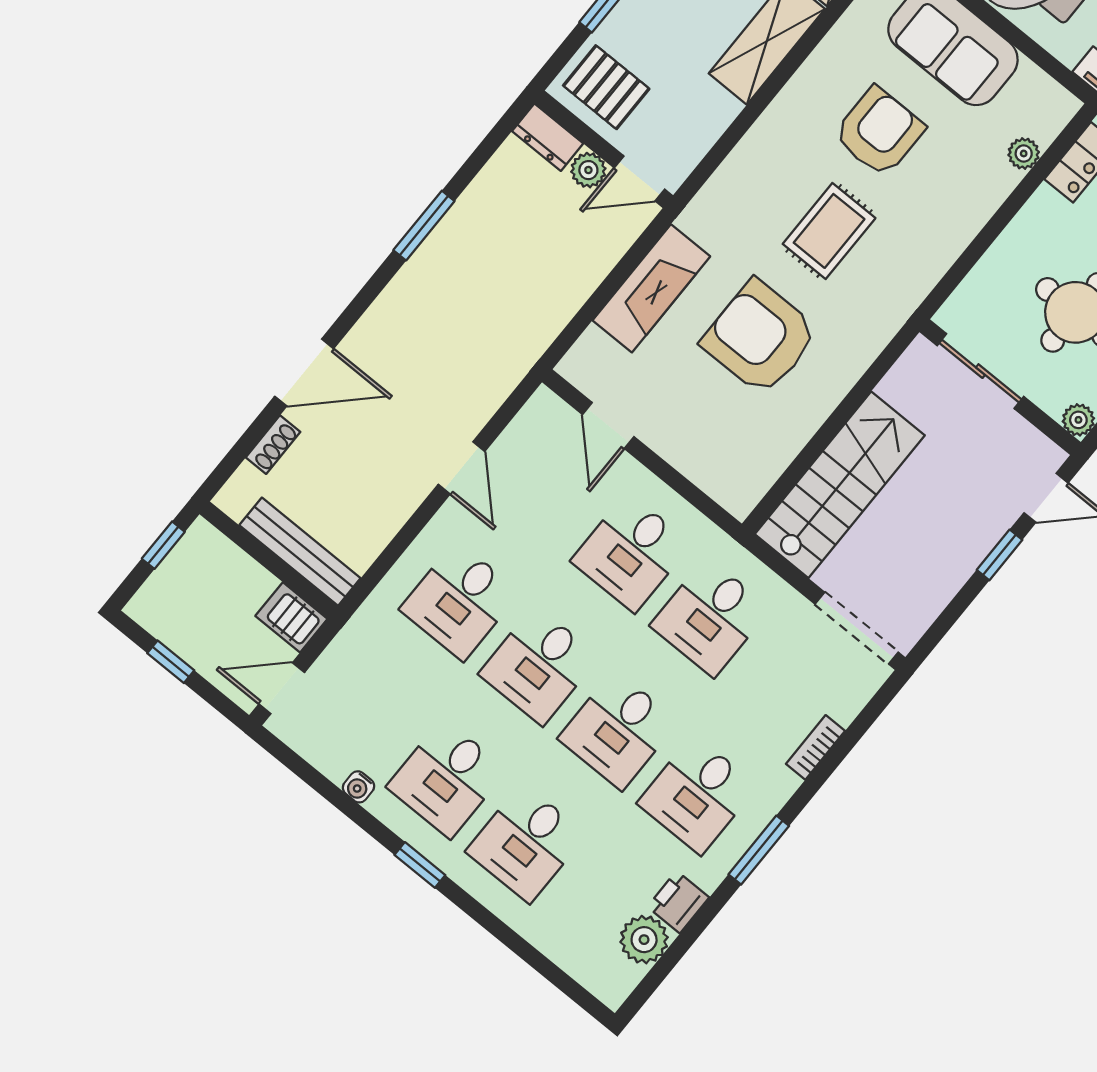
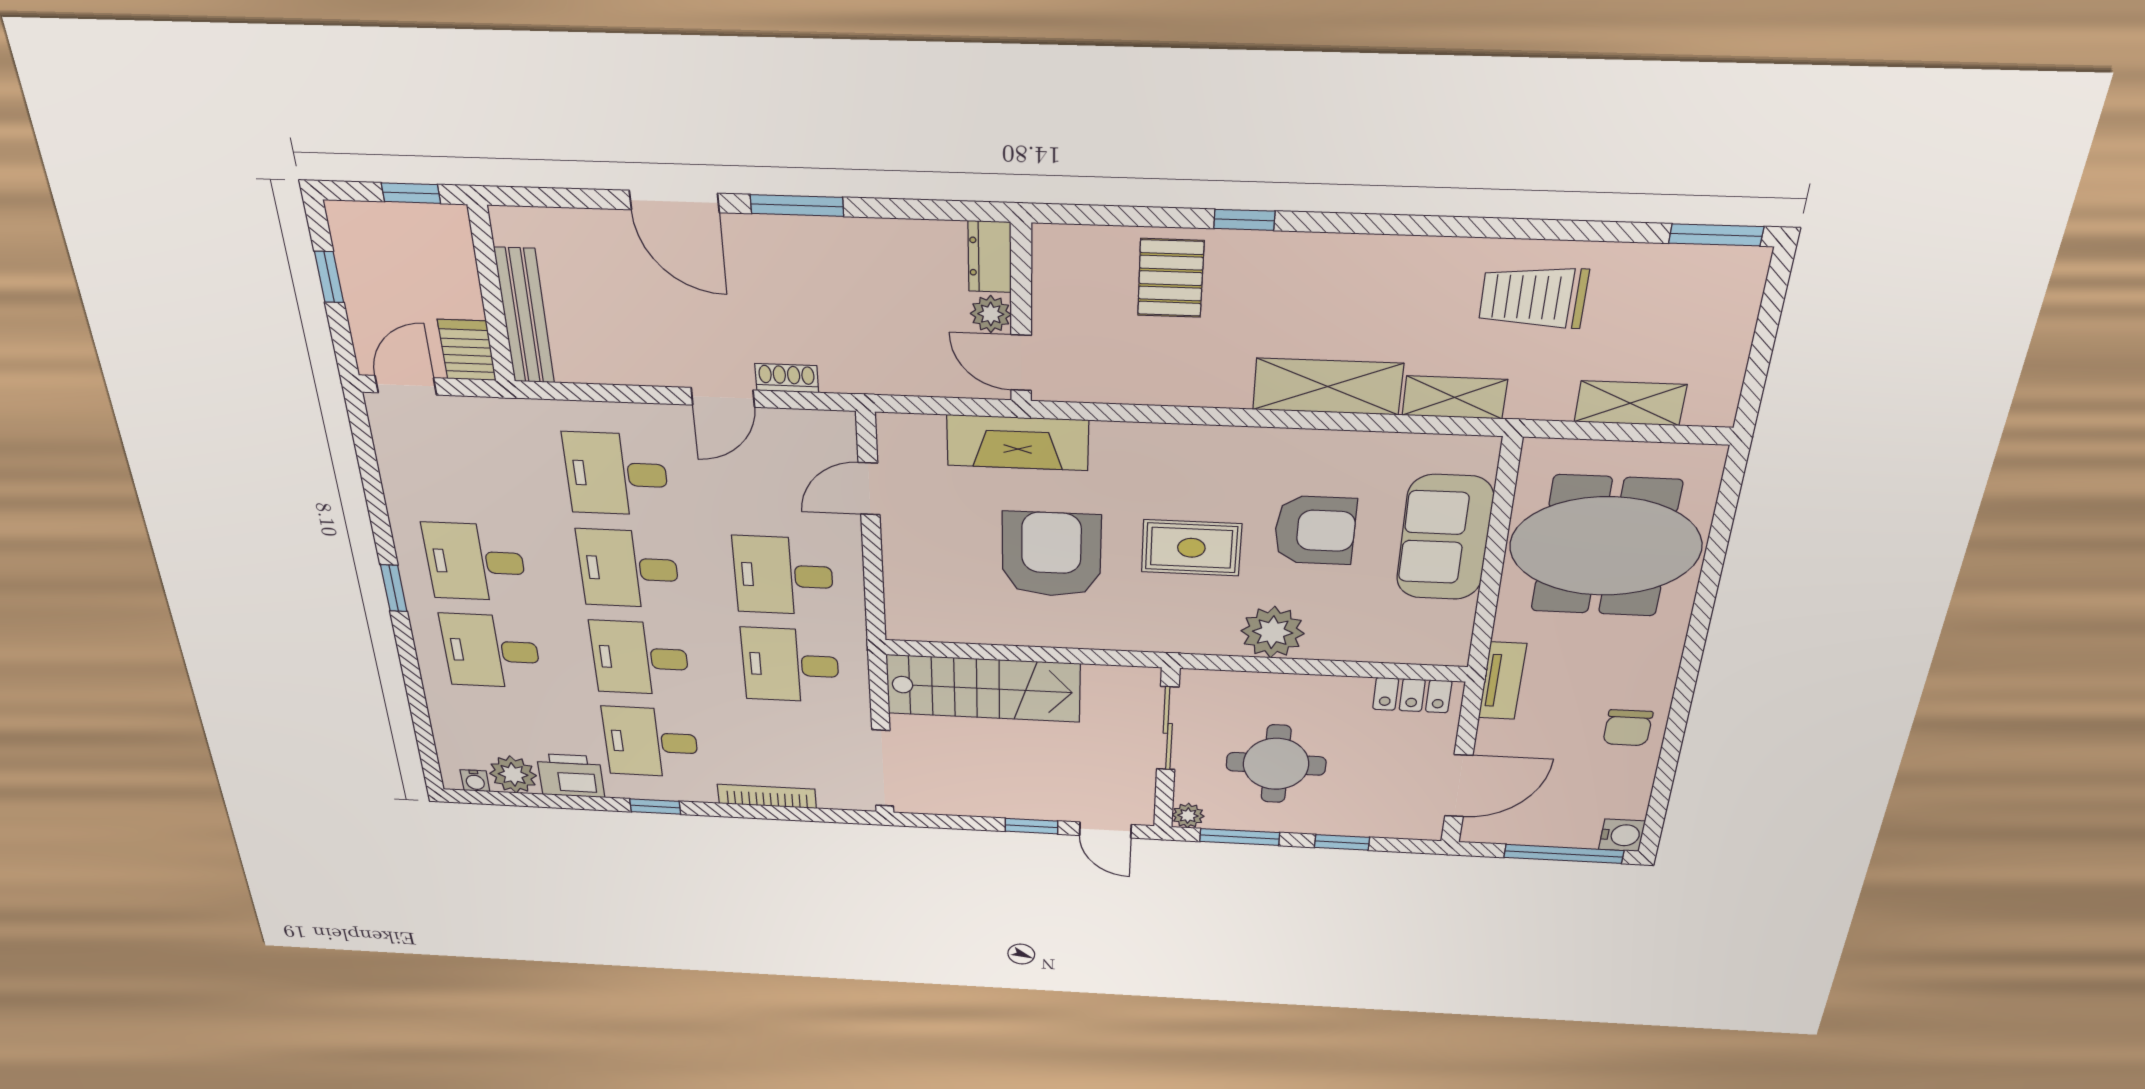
dresser: (548, 137) -> (990, 257), moved
wall: (604, 149) -> (1021, 314), moved
plant: (1024, 154) -> (1273, 632), moved, width x1.87, depth x1.87
plant: (588, 170) -> (991, 314), moved
door: (639, 179) -> (1021, 363), moved
window: (424, 226) -> (797, 205), moved
shoe rack: (273, 445) -> (787, 378), moved, turned 180
door: (282, 688) -> (406, 385), hinge flipped
bookcase: (816, 747) -> (767, 796), width x1.56
water cooler: (359, 787) -> (475, 781), moved, turned -90
window: (759, 850) -> (655, 807), width x0.67
printer: (678, 902) -> (571, 776), width x1.36, depth x1.24

